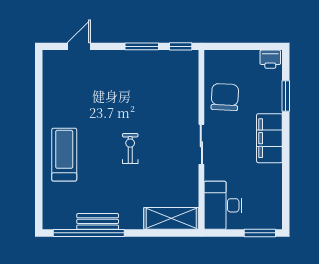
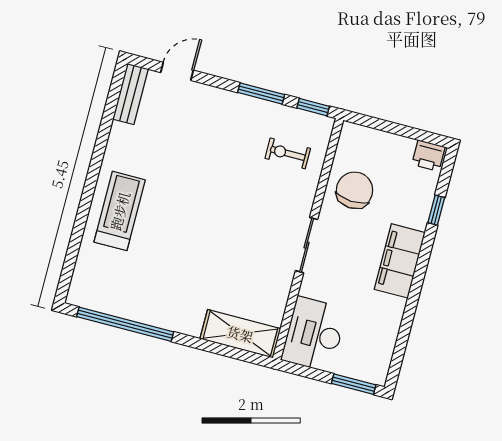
window: (286, 96) -> (436, 210), width x0.67
exercise bike: (130, 149) -> (288, 153), moved, turned -90
bench: (98, 221) -> (130, 94), moved, turned 90

